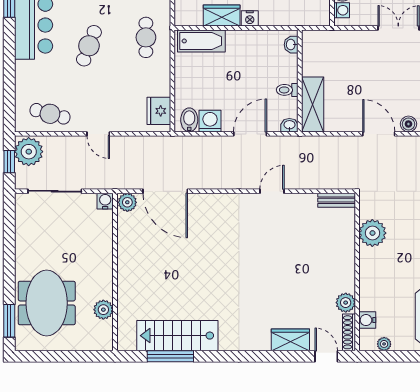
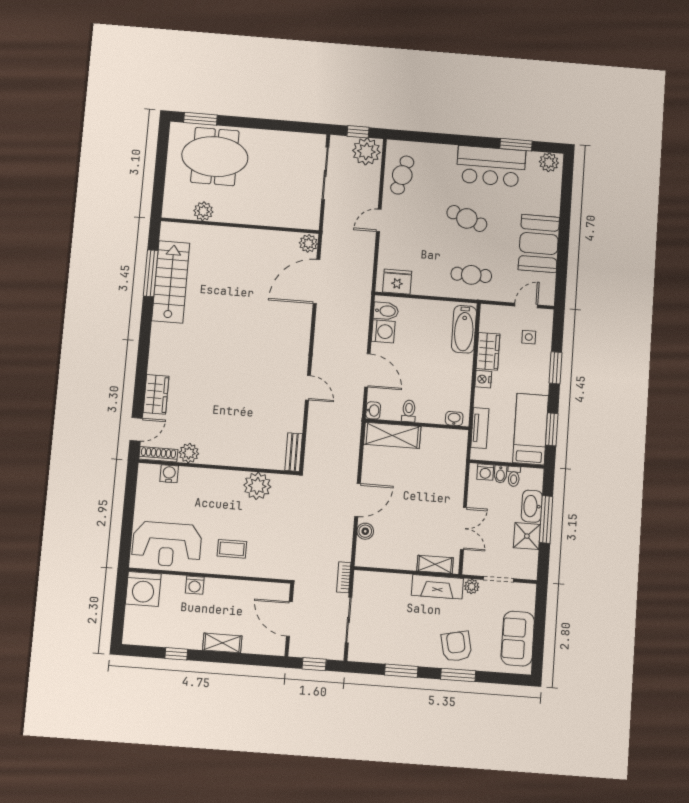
tv unit: (299, 19) -> (480, 428), added
water cooler: (105, 201) -> (311, 222), removed
plant: (384, 344) -> (143, 489), removed

